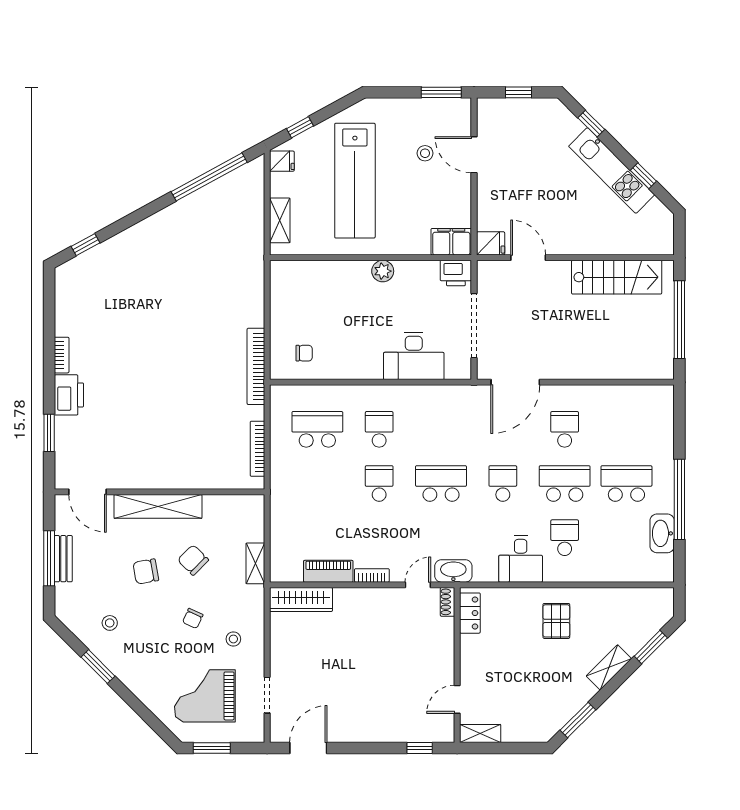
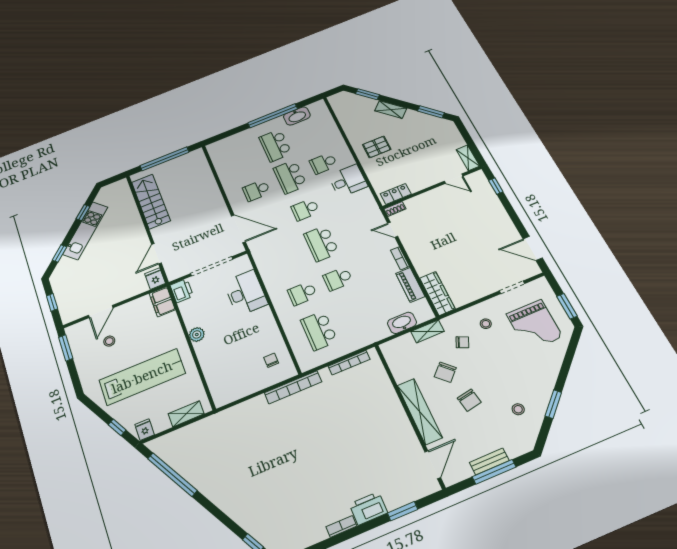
washbasin: (453, 571) -> (402, 323), moved, turned 90
chair: (193, 618) -> (462, 342), moved

